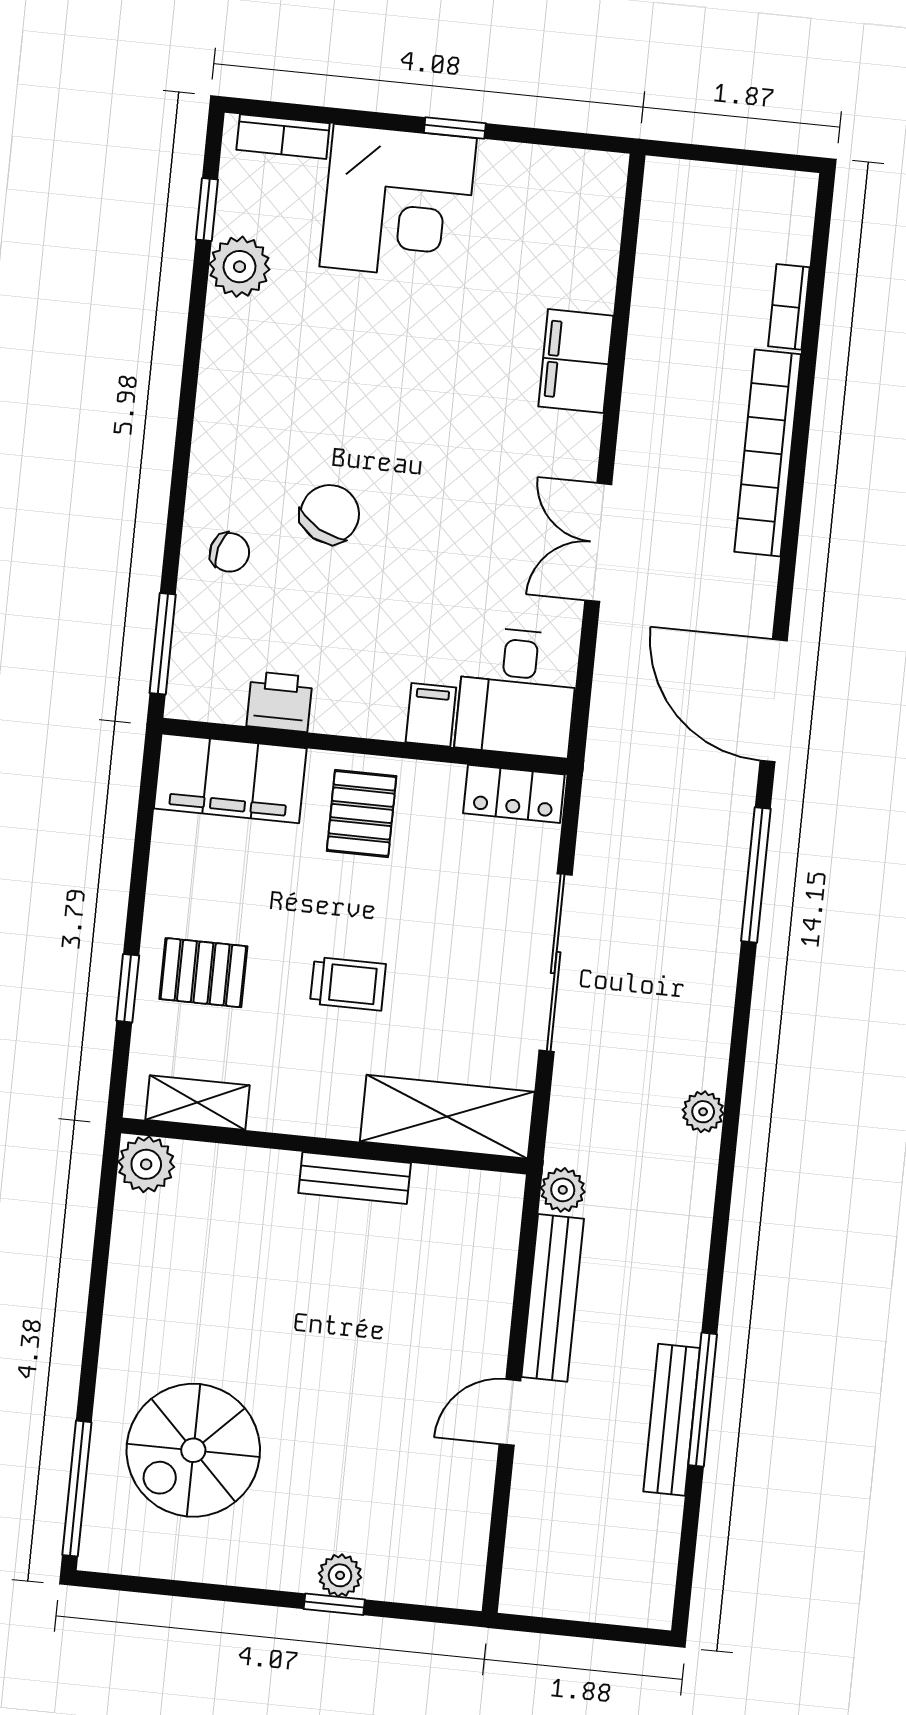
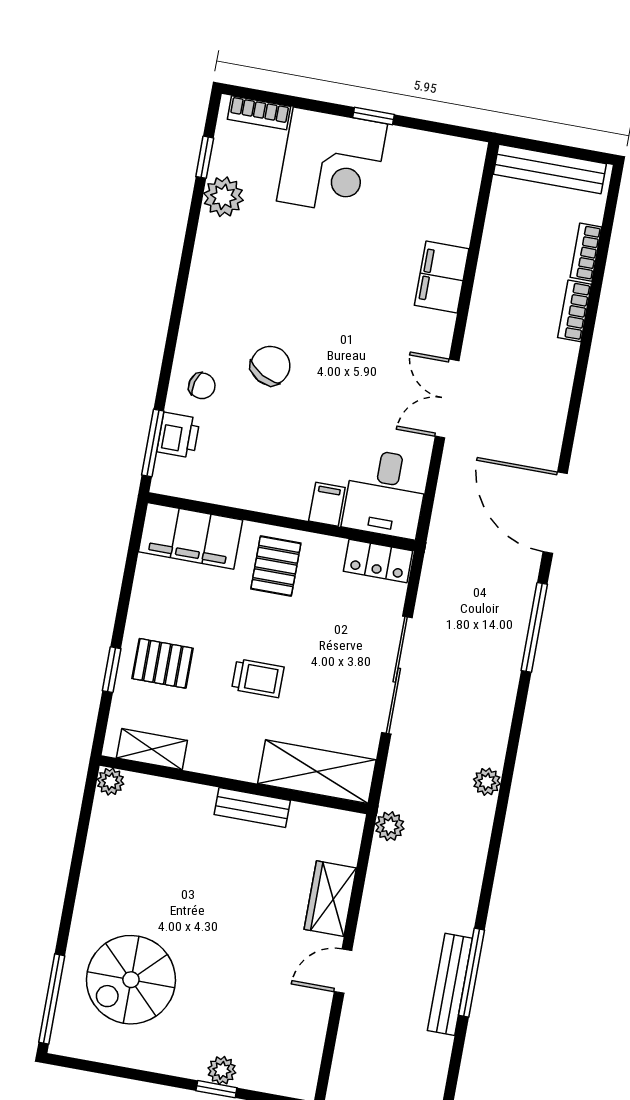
bookcase: (768, 453) -> (575, 311), width x0.43, depth x0.76
printer: (280, 702) -> (178, 435), moved, turned 90
plant: (146, 1164) -> (110, 782), width x0.73, depth x0.73
bench: (553, 1298) -> (550, 169), moved, turned 90
wardrobe: (482, 1305) -> (330, 899), added

